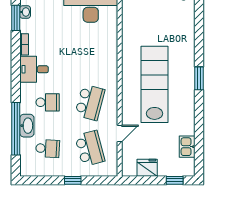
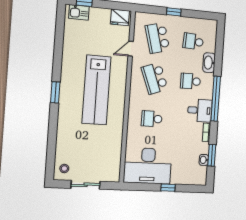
school desk: (90, 56) -> (152, 119), added
school desk: (90, 102) -> (155, 78), turned -36
window: (16, 129) -> (216, 99), moved
kitchen sink: (187, 147) -> (79, 12), moved, turned 90
fridge: (147, 168) -> (120, 17), moved

